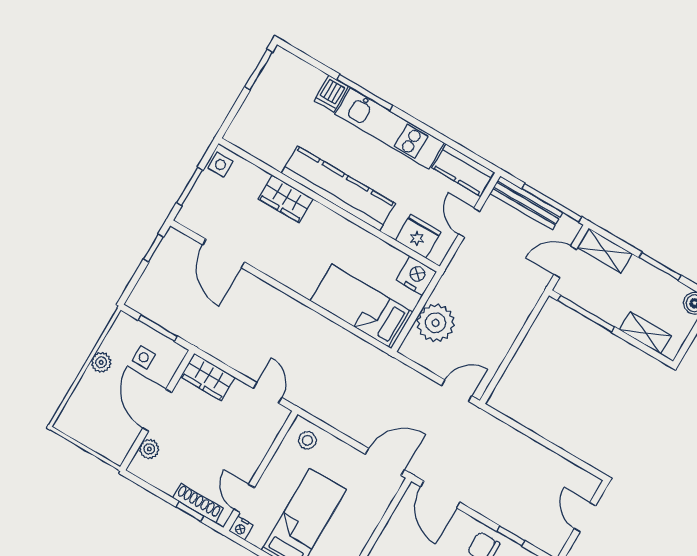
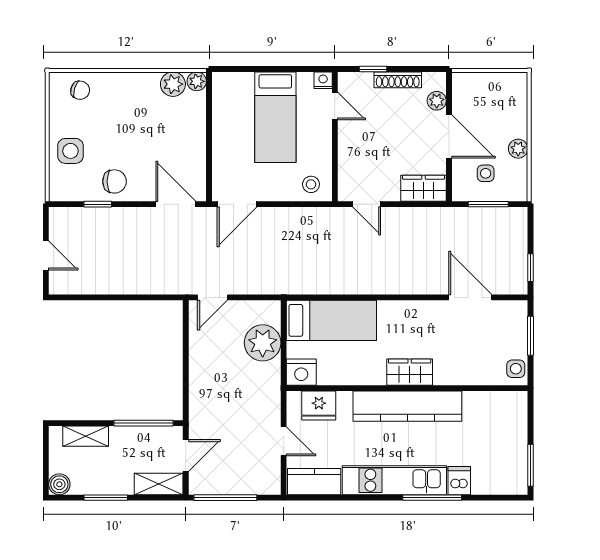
wardrobe: (286, 199) -> (410, 372), moved
bench: (526, 203) -> (246, 485), removed
shoe rack: (198, 503) -> (398, 80), moved

